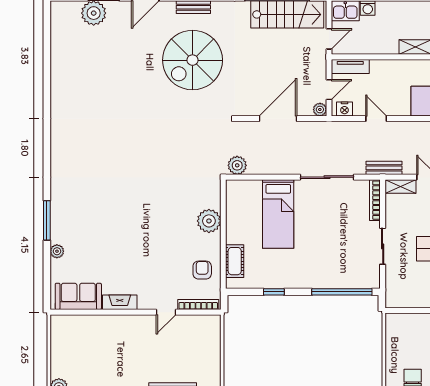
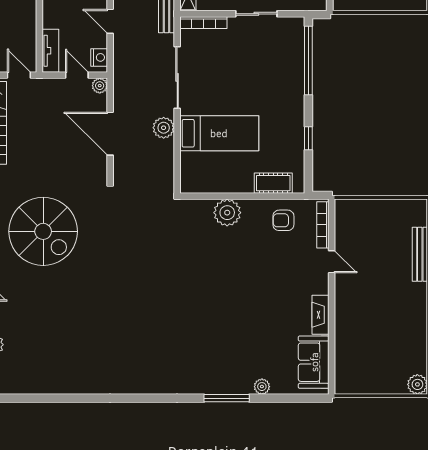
door: (376, 119) -> (110, 21), hinge flipped
plant: (237, 165) -> (164, 128), moved

